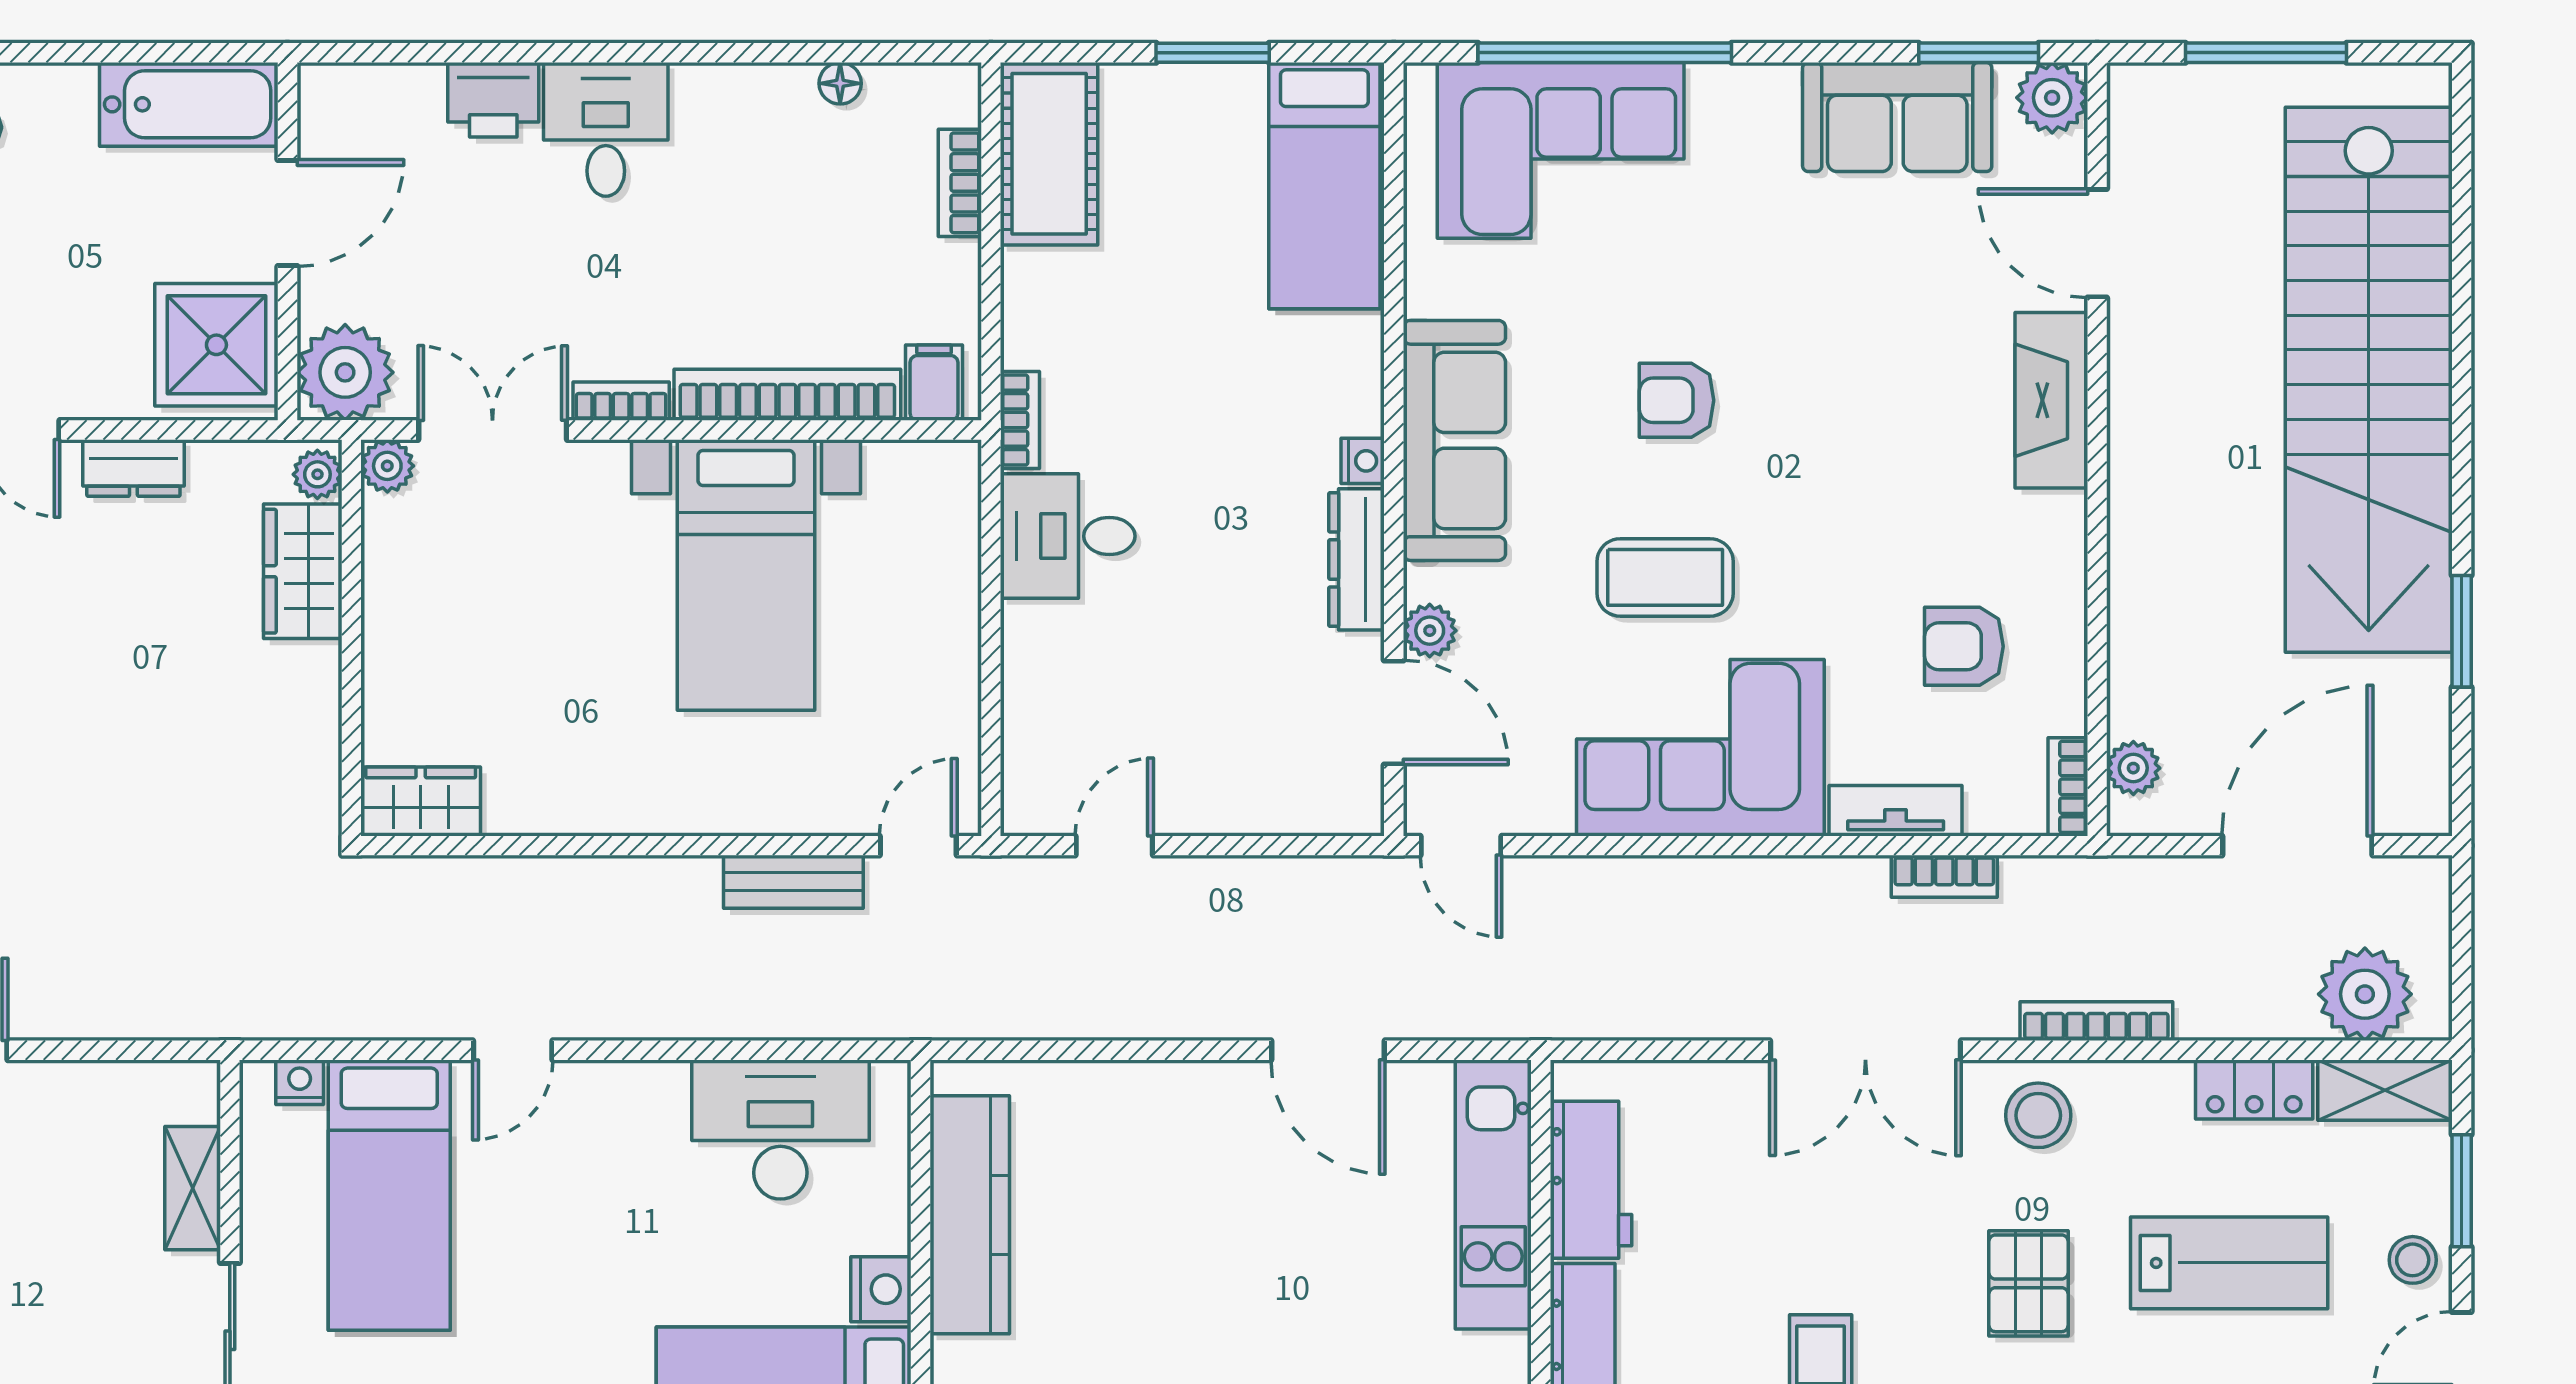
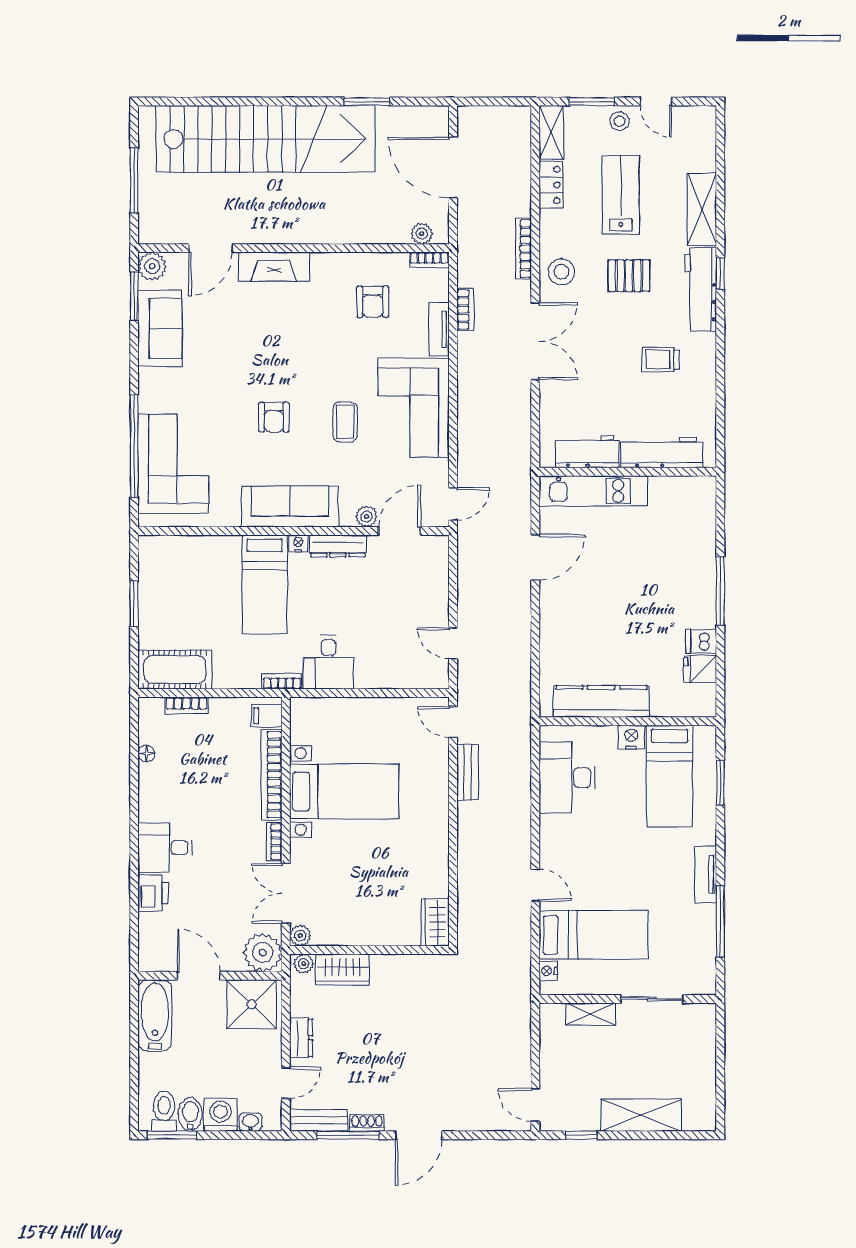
bed: (1324, 186) -> (265, 584), moved, turned 90
coffee table: (1665, 577) -> (345, 422), width x0.73, depth x0.77
plant: (2365, 994) -> (513, 140), removed

